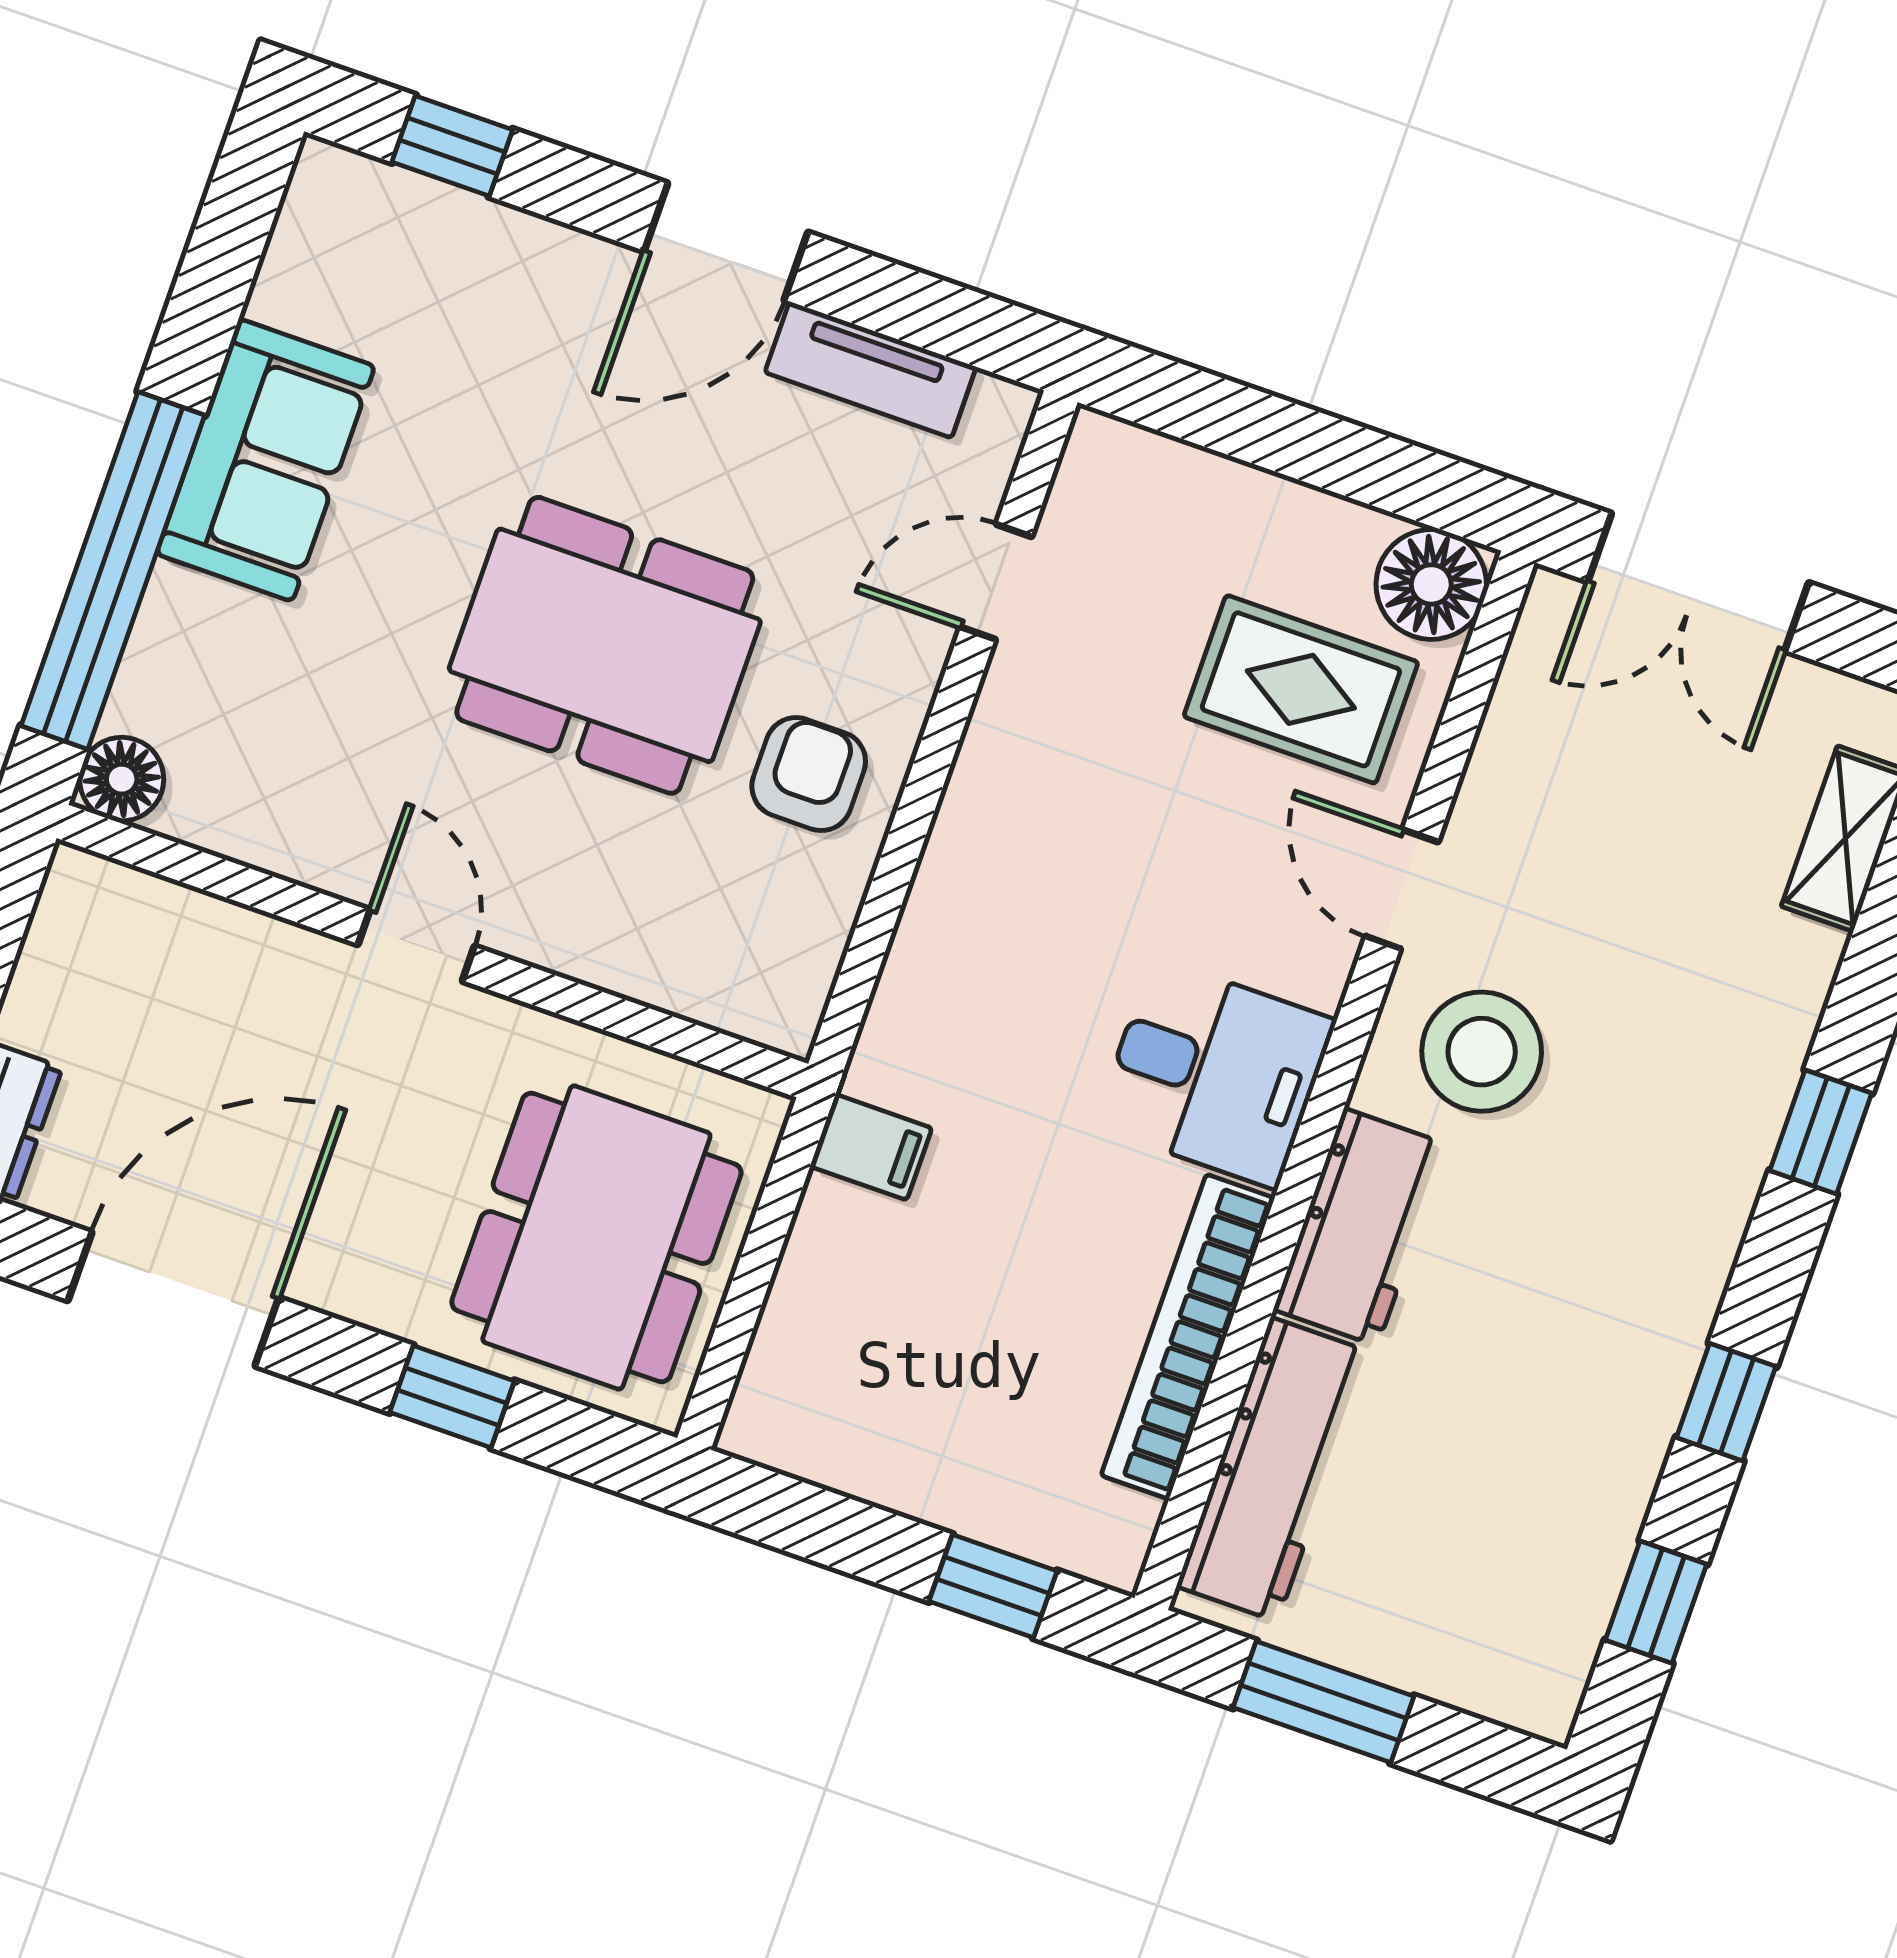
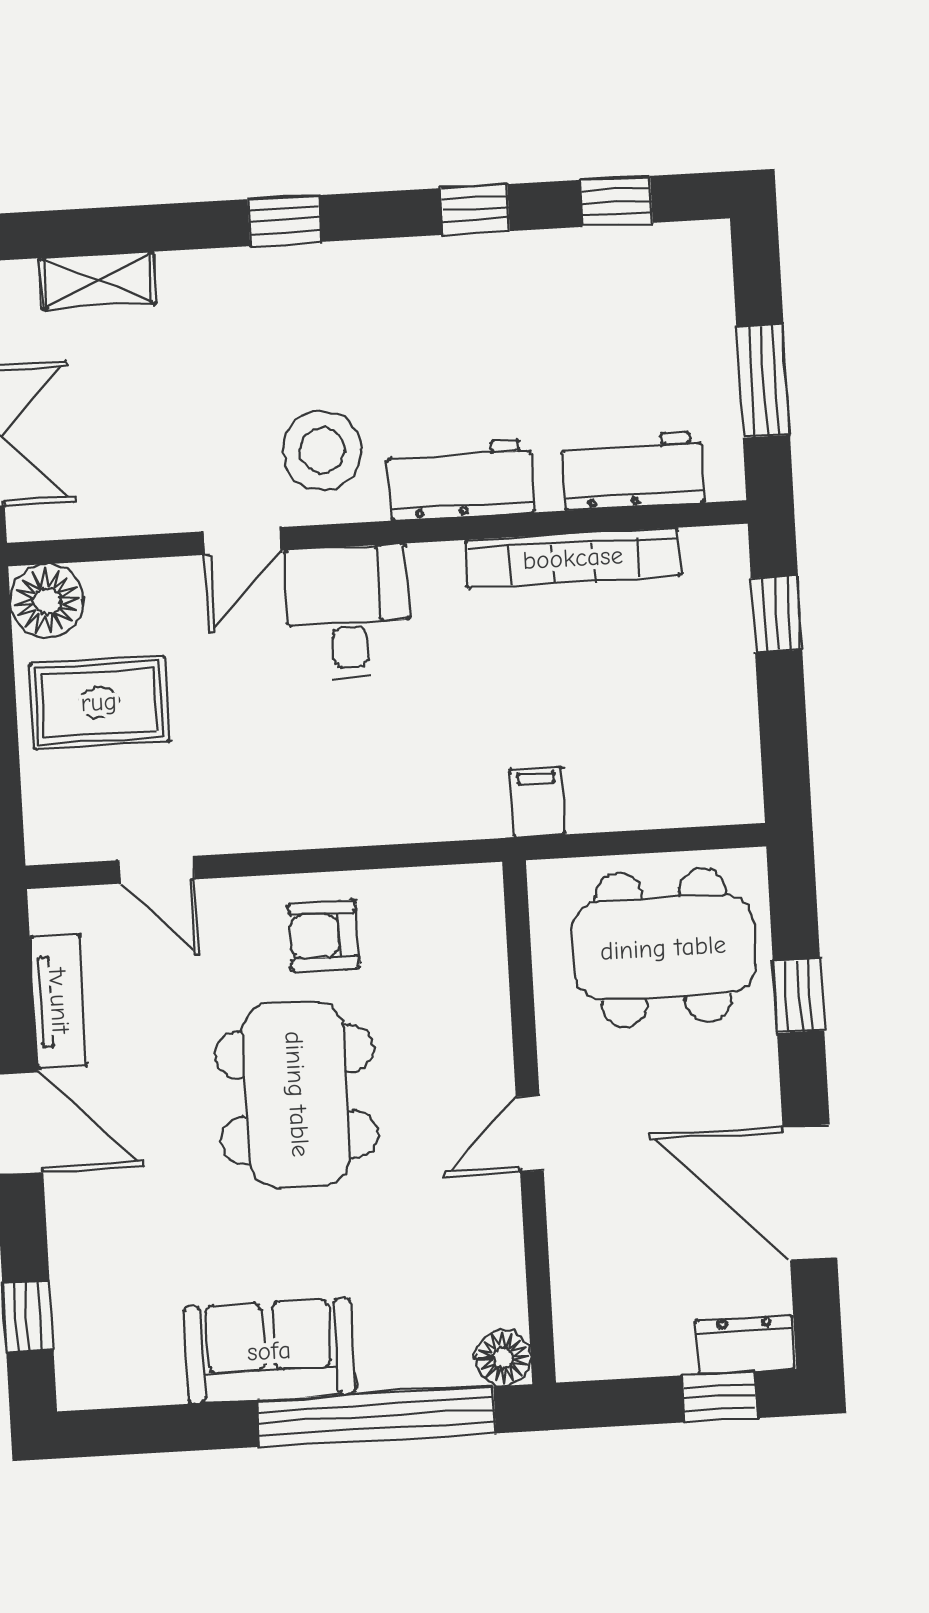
rug: (1301, 689) -> (99, 702), moved, turned 90
desk: (1215, 1073) -> (348, 612), moved
workbench: (1274, 1469) -> (633, 471), width x0.73

